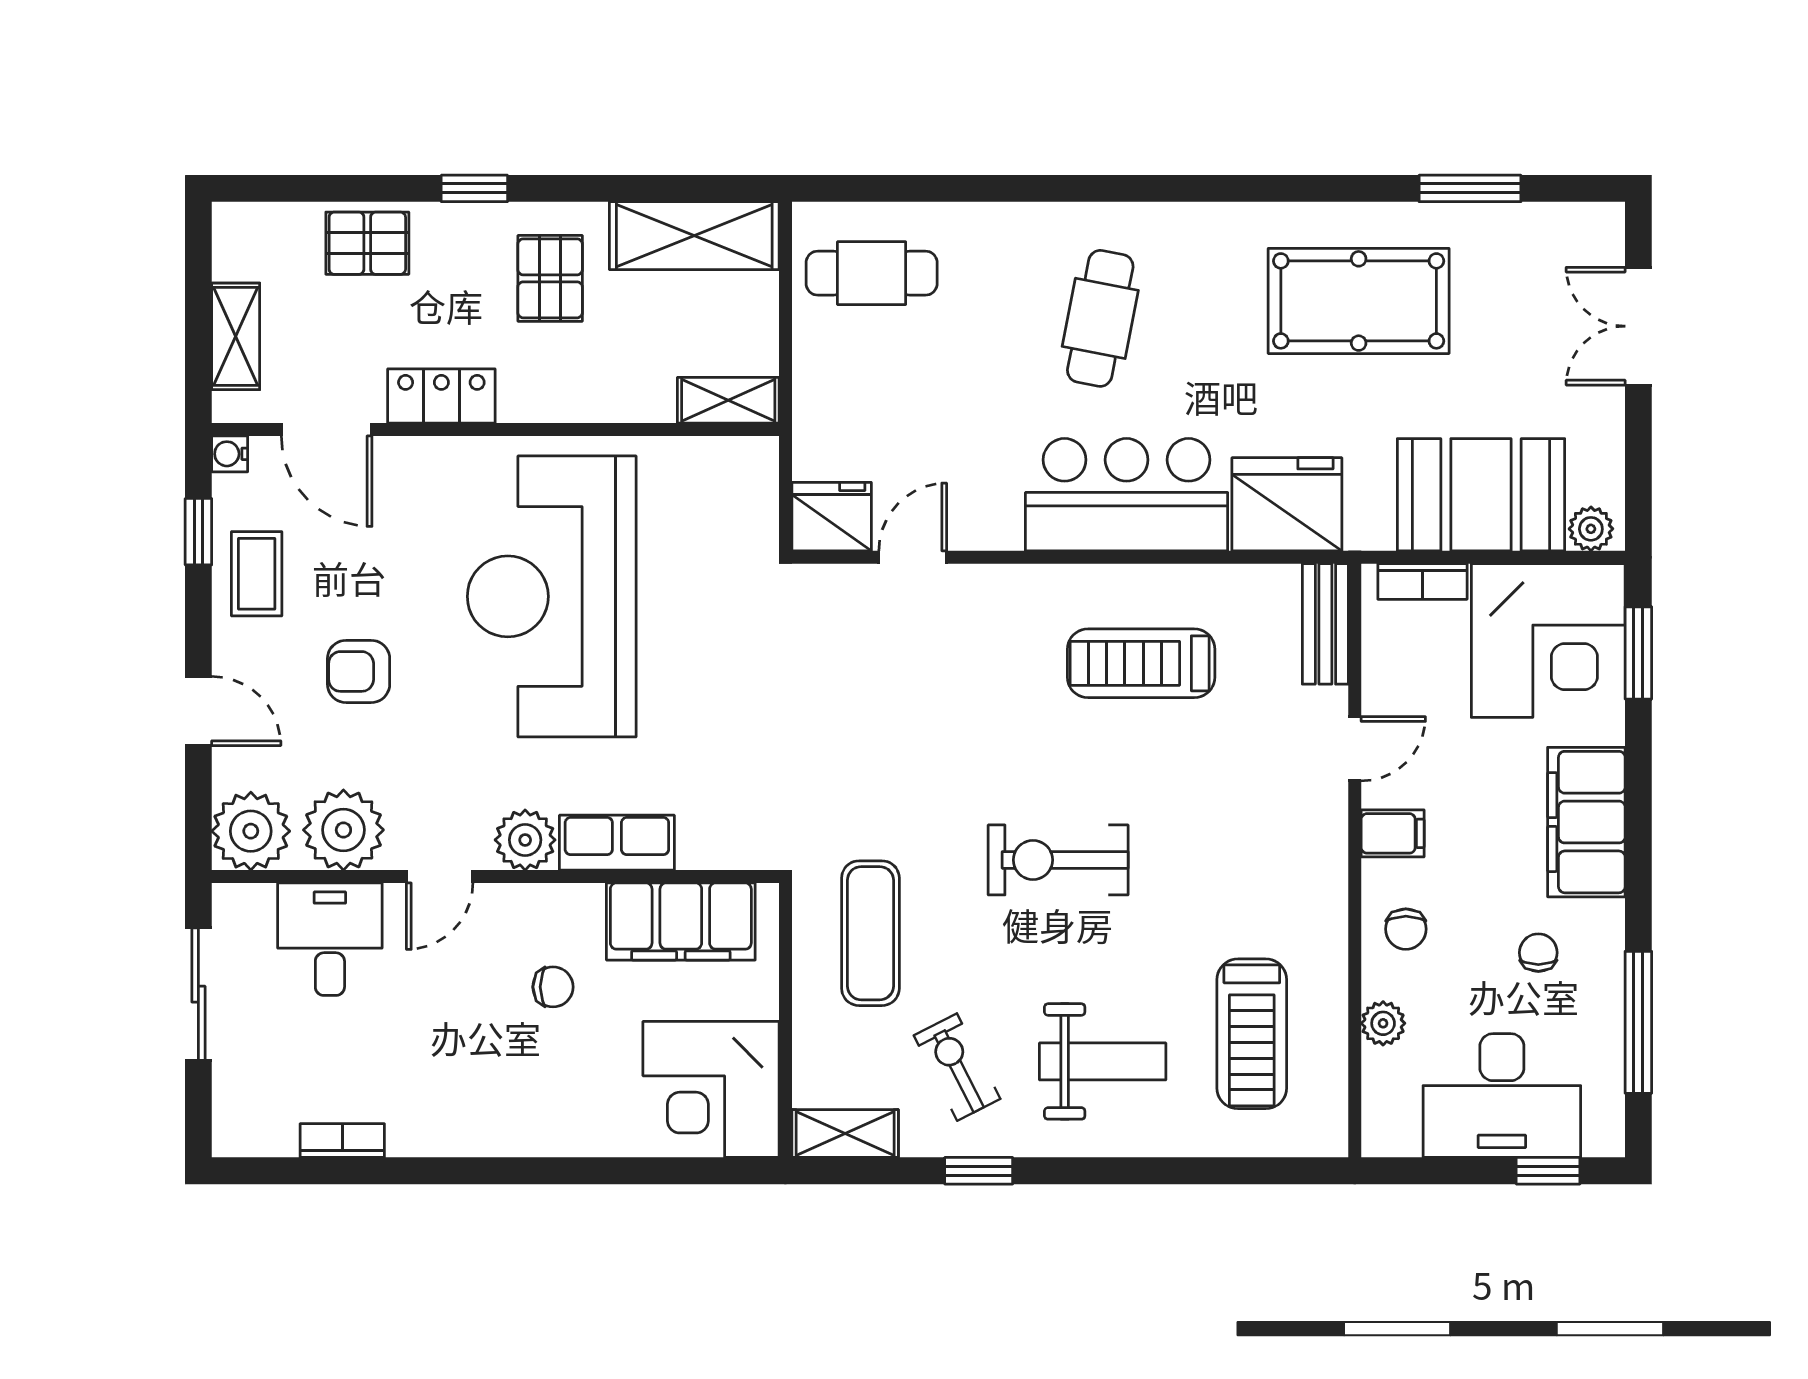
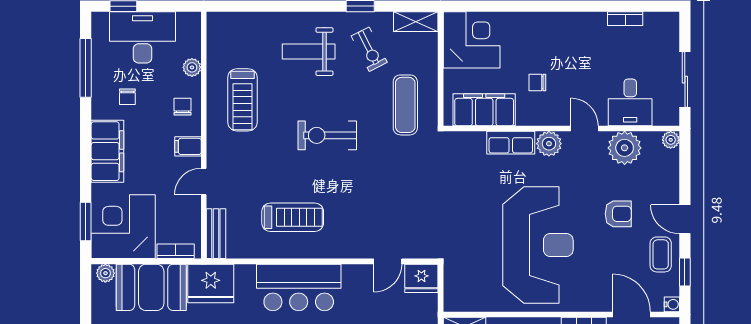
fridge: (1287, 504) -> (211, 283), moved
door: (198, 711) -> (685, 219), moved
plant: (251, 831) -> (671, 140), width x0.53, depth x0.53
exercise bike: (1058, 860) -> (327, 135), turned 180
door: (440, 876) -> (584, 129), hinge flipped
treadmill: (1252, 1034) -> (242, 100), moved, turned 180

